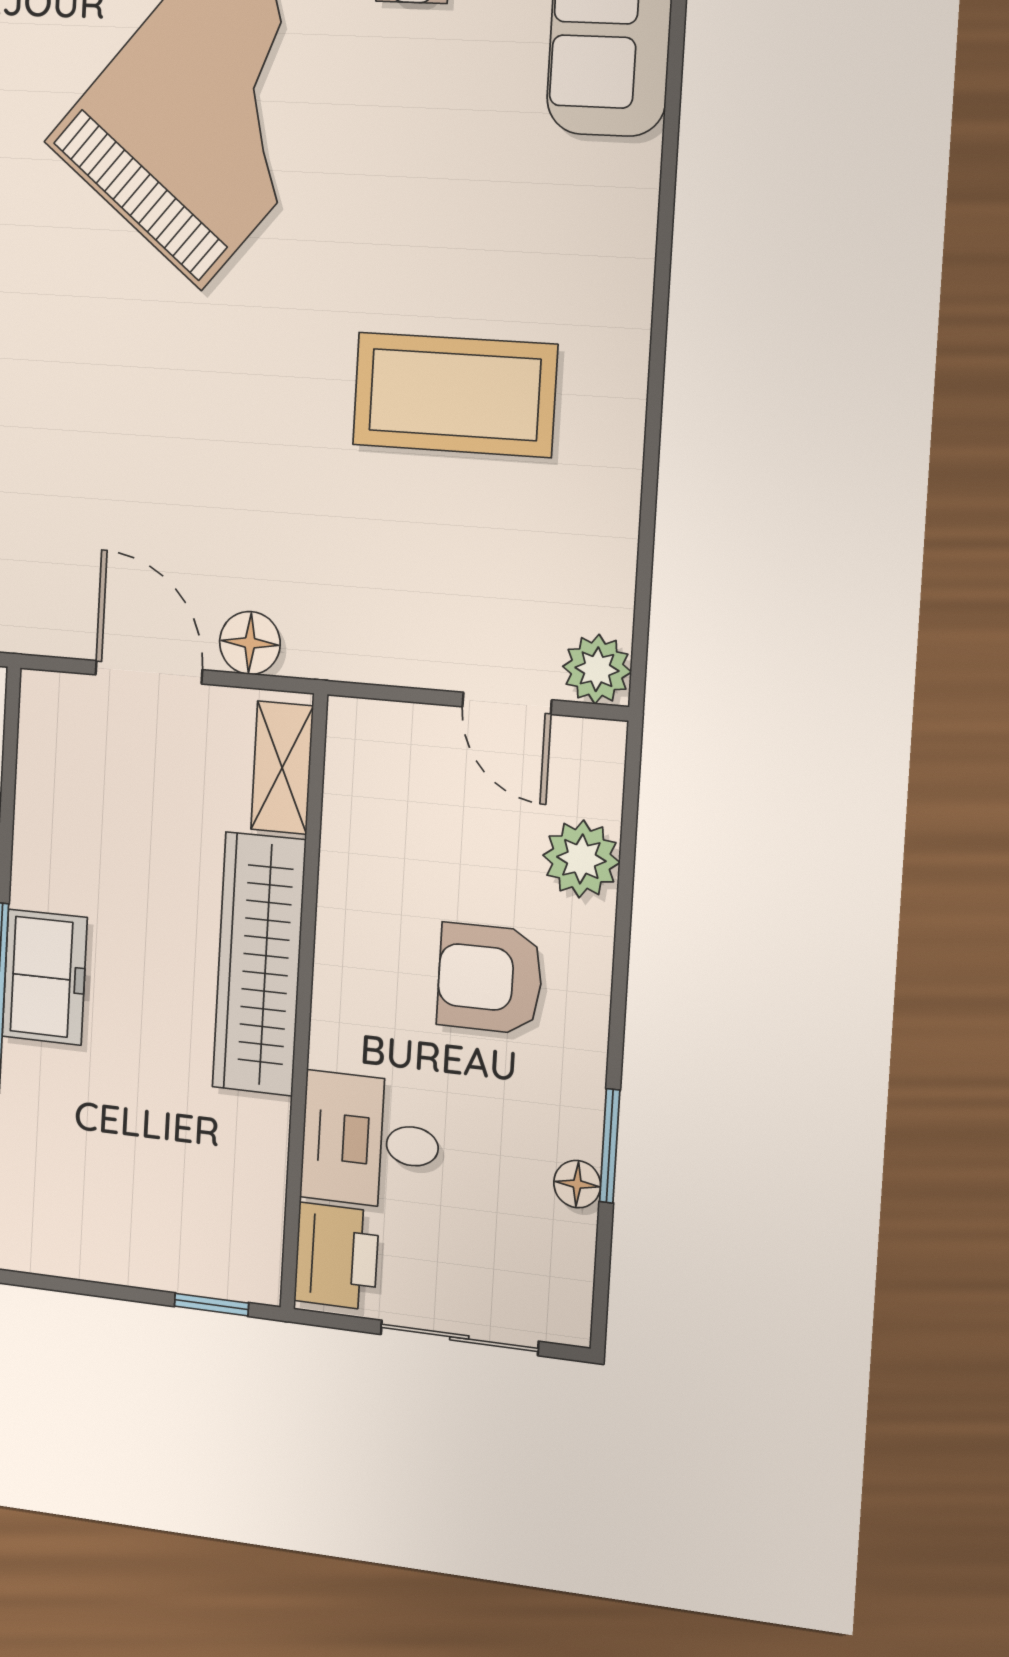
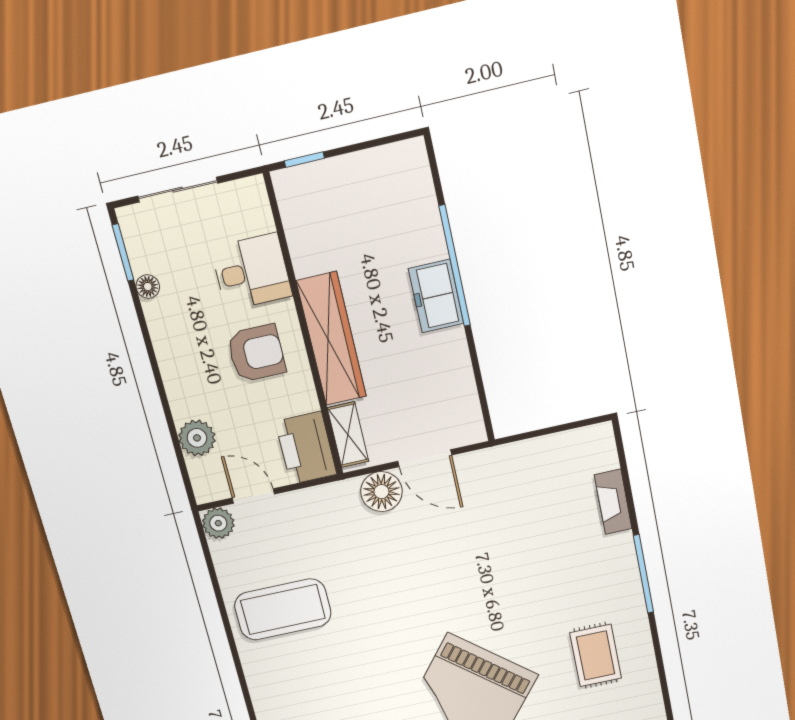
coffee table: (455, 395) -> (283, 609), moved
floor lamp: (250, 643) -> (381, 492), width x1.38, depth x1.38
armchair: (490, 979) -> (256, 353), moved
window: (610, 1146) -> (123, 252), moved
printer: (337, 1256) -> (306, 448), moved, width x1.37, depth x1.19

